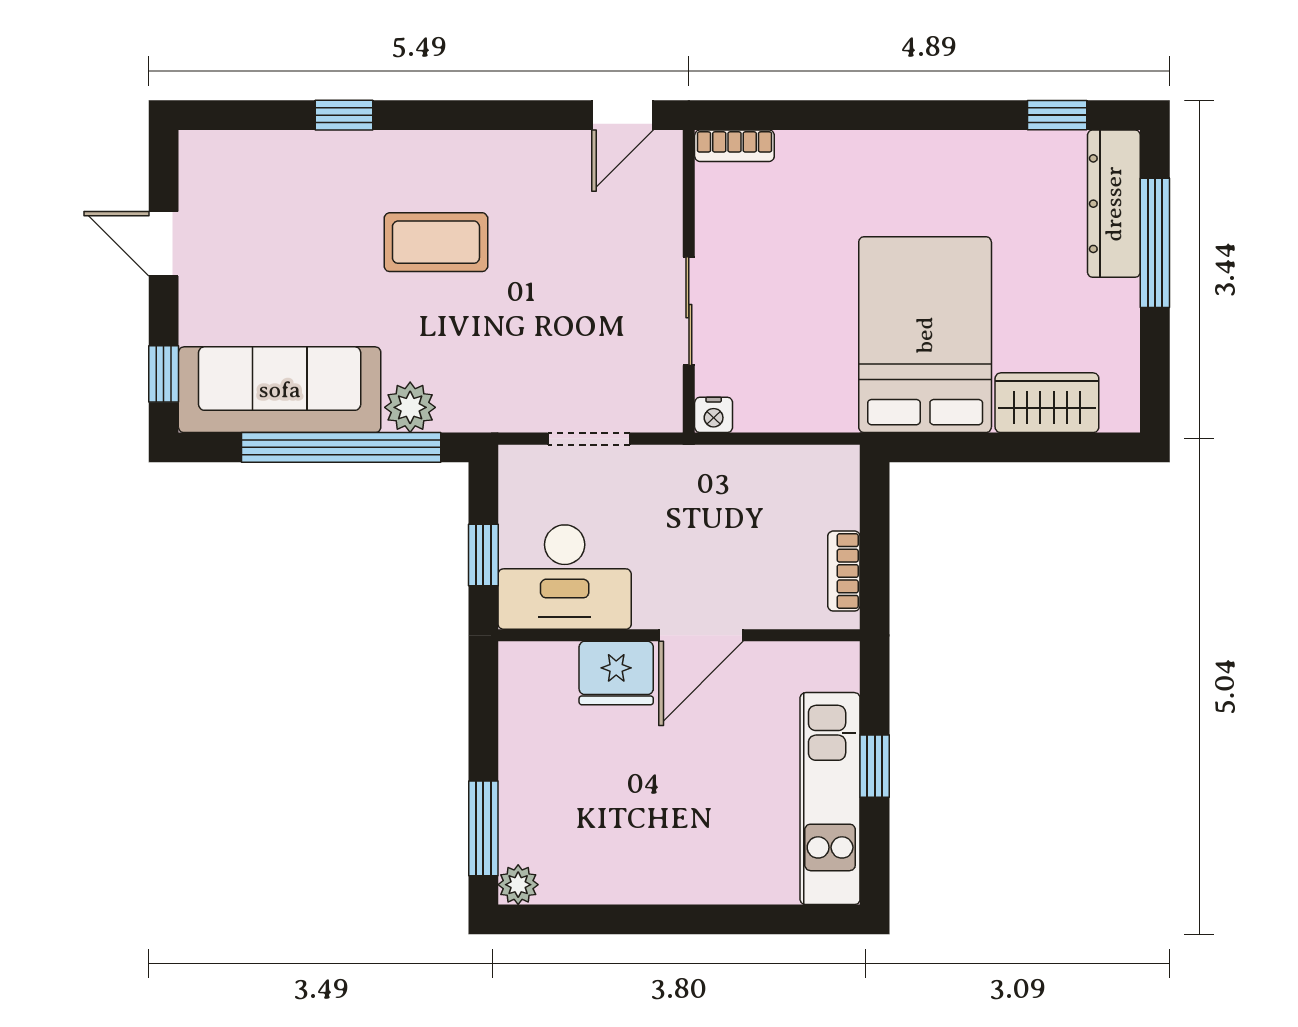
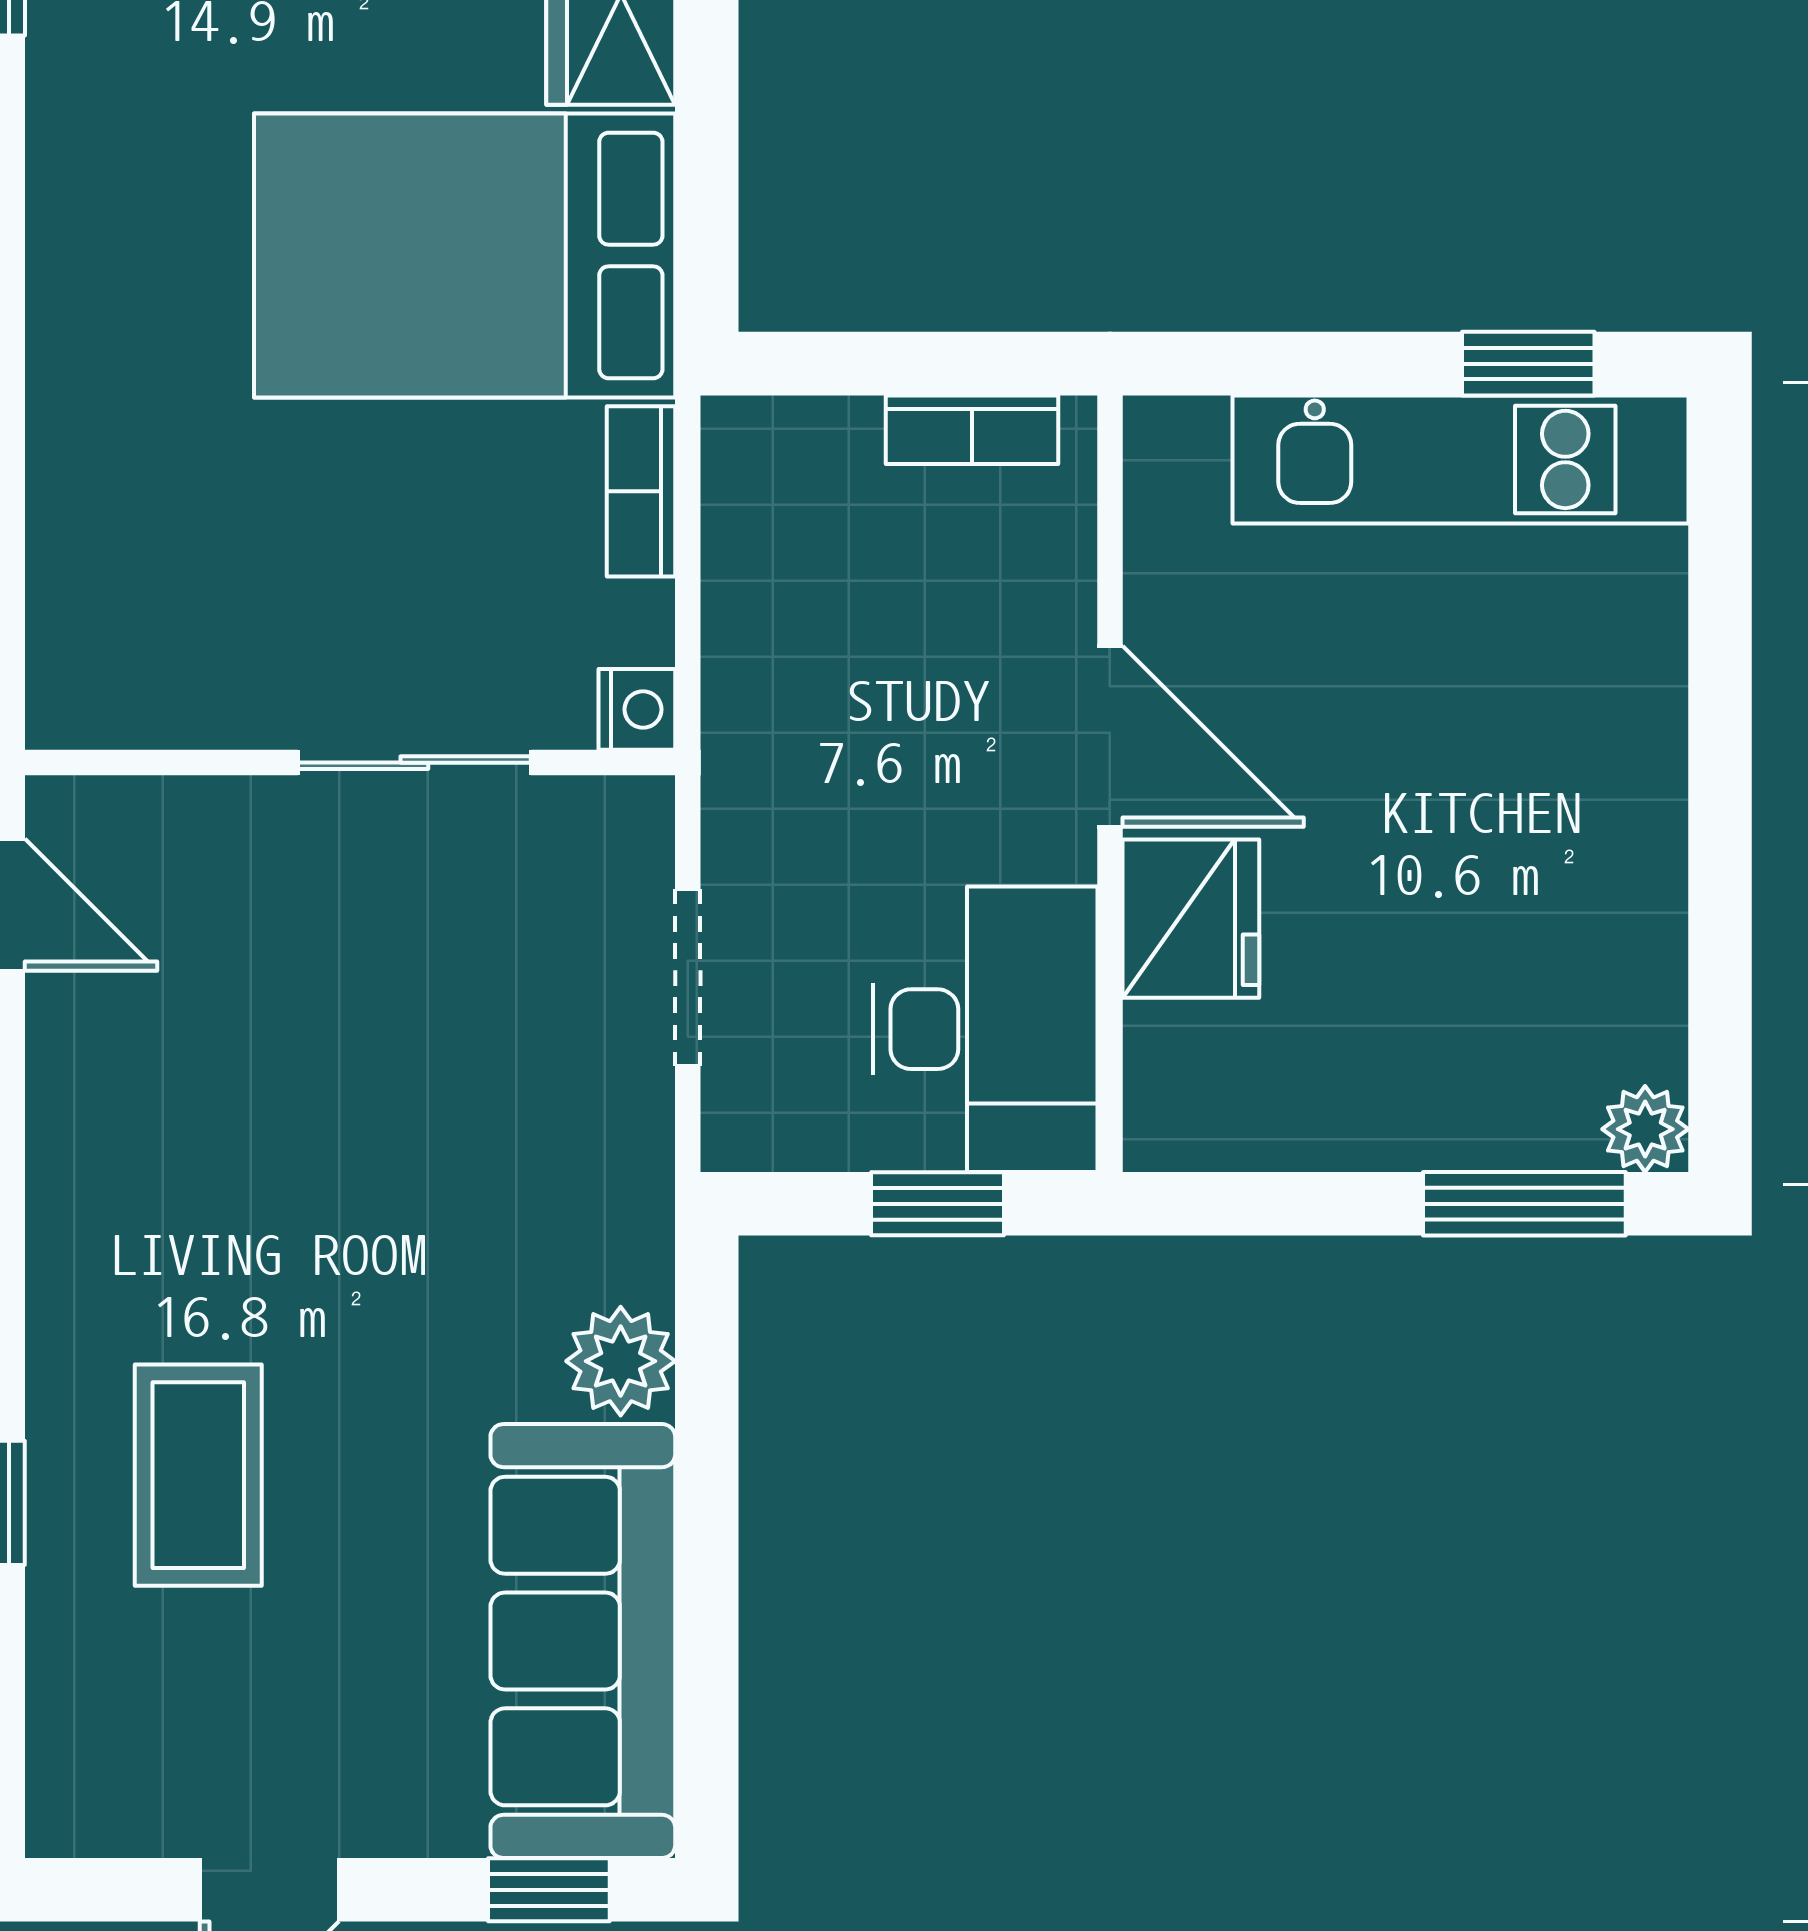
bookcase: (734, 146) -> (641, 491), moved, turned 180
coffee table: (436, 242) -> (198, 1475), moved
window: (341, 447) -> (707, 1509), removed
window: (875, 766) -> (1528, 364), moved

